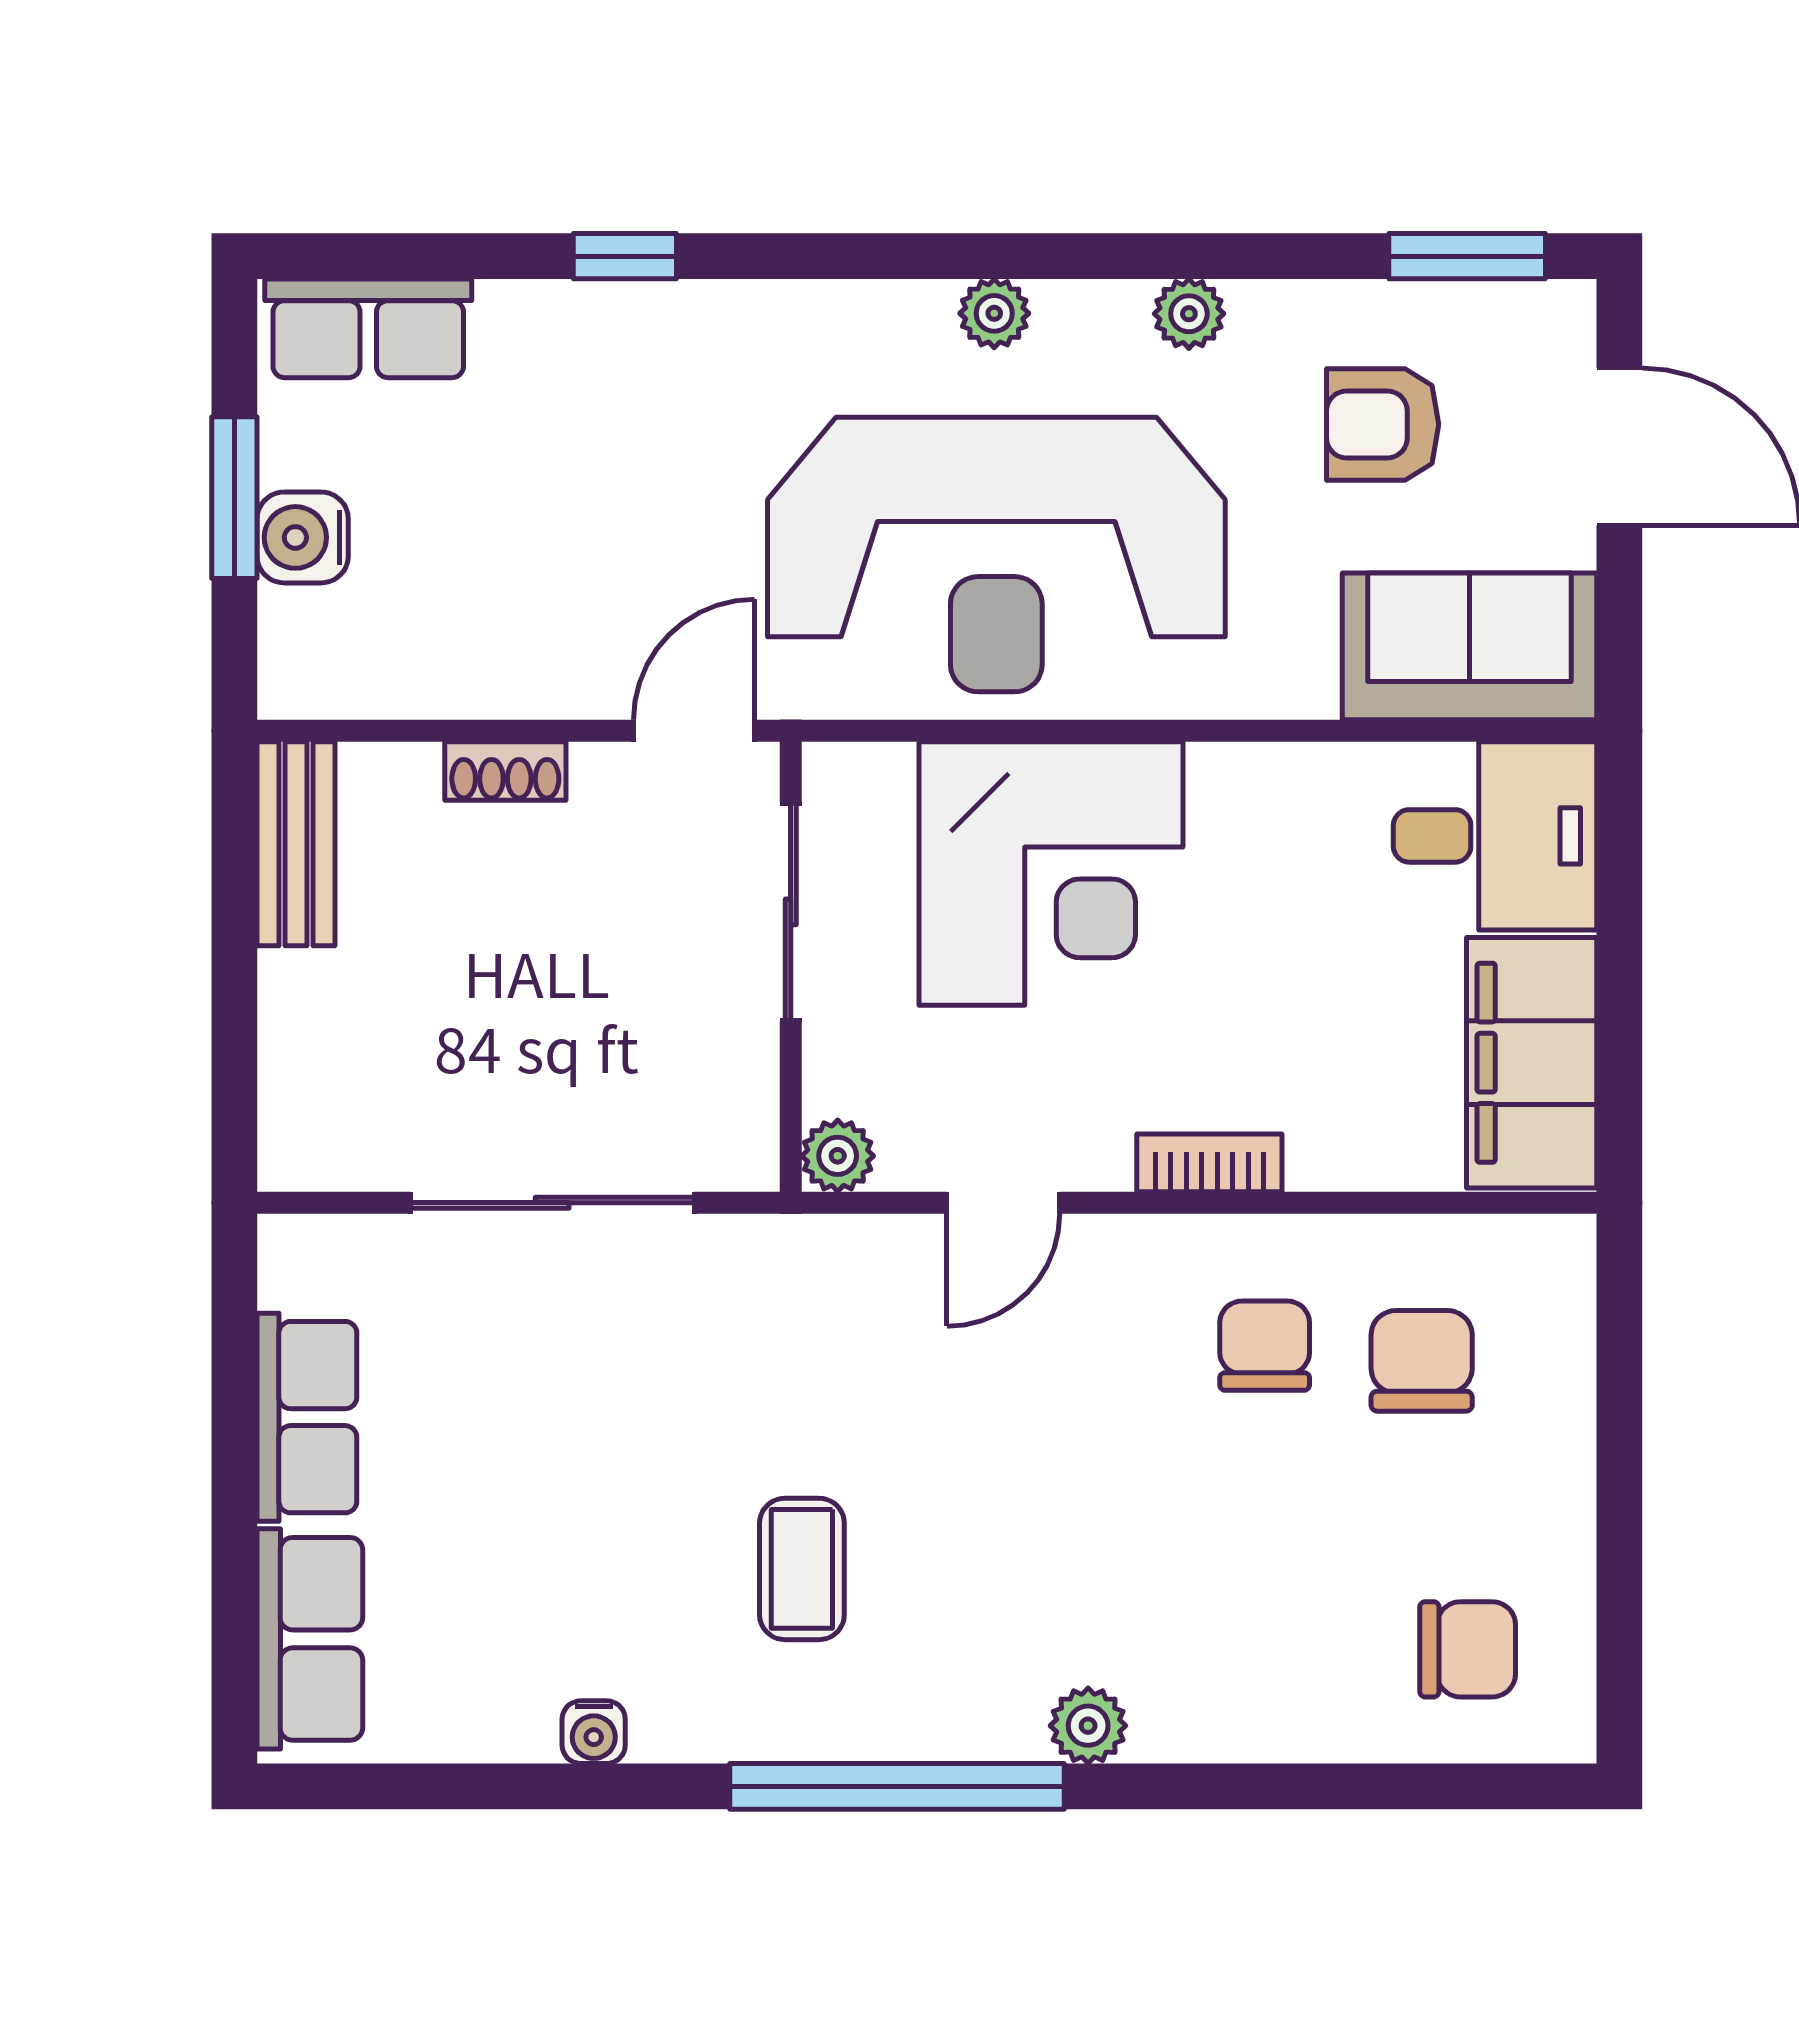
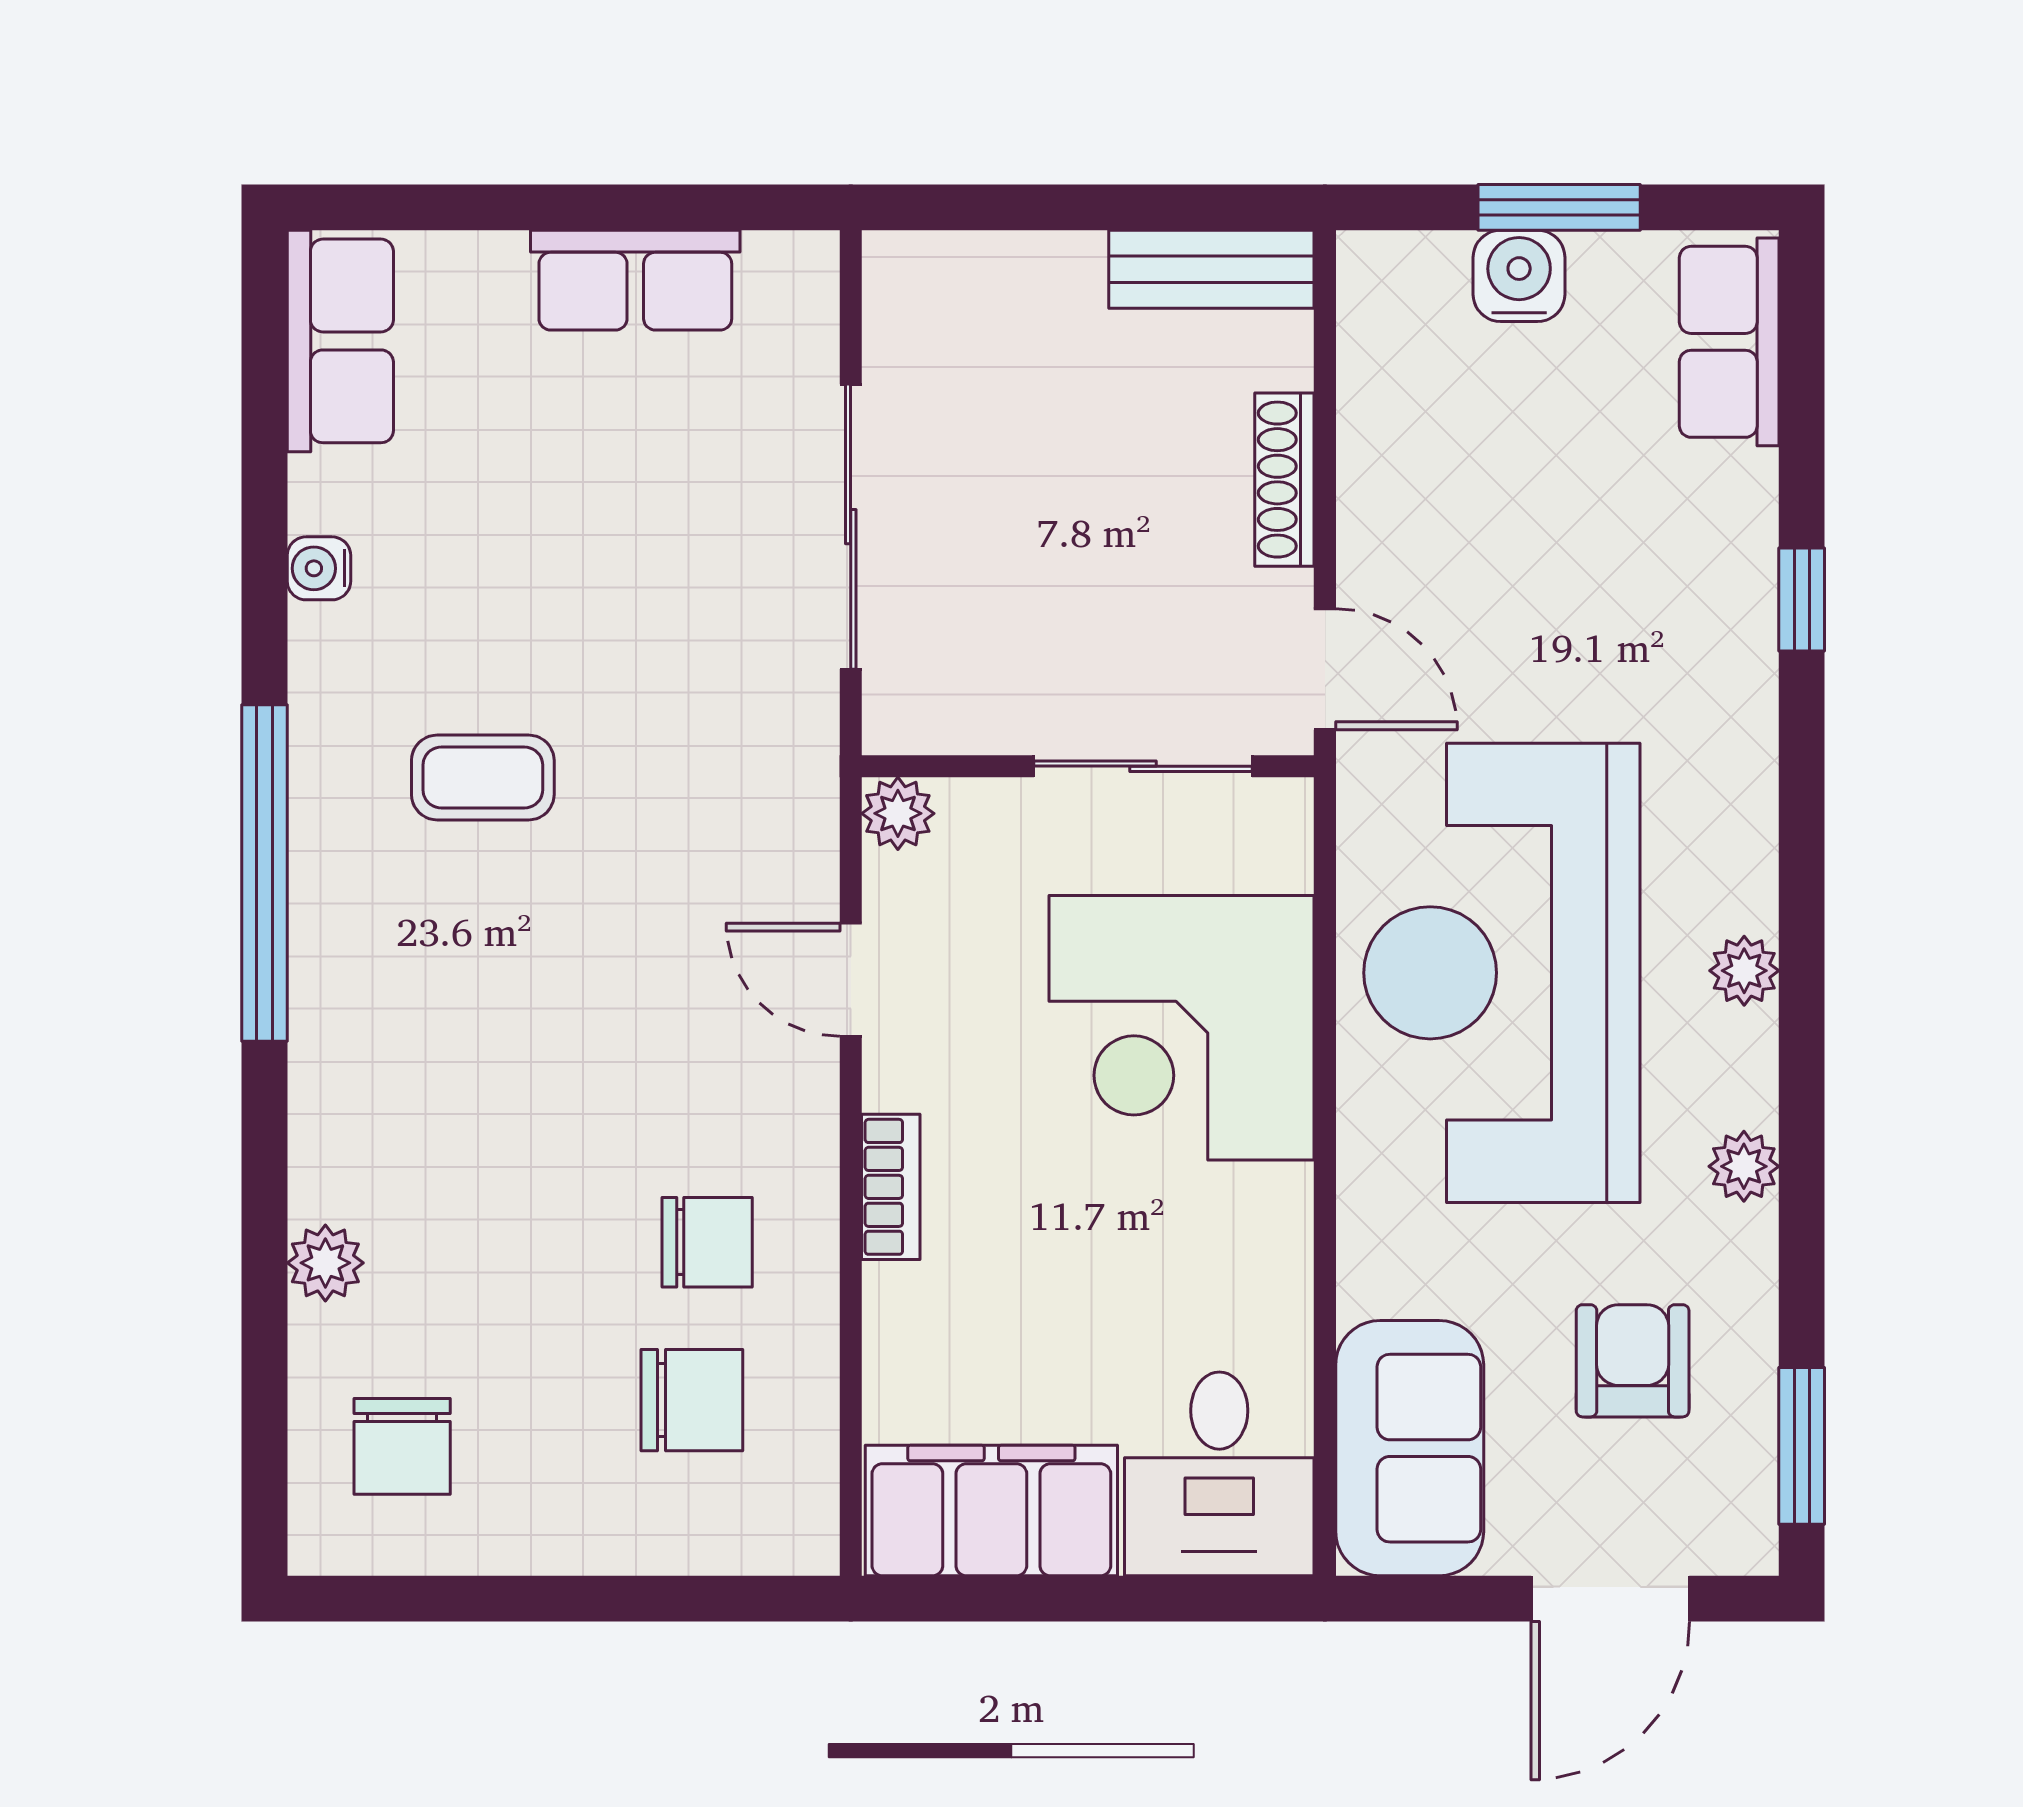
shoe rack: (505, 771) -> (1284, 480), width x1.43
row of seats: (310, 1639) -> (340, 341), moved, turned -90
plant: (1088, 1726) -> (325, 1263), moved

